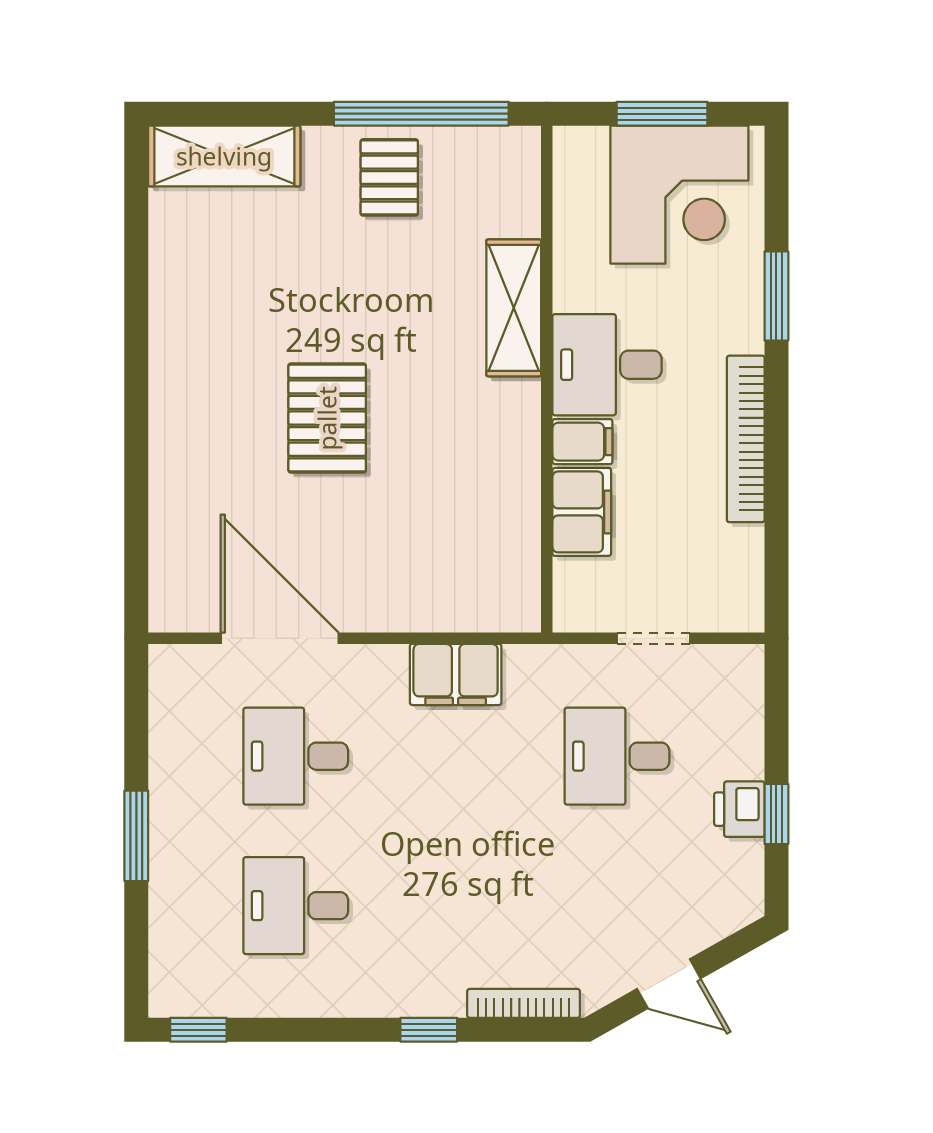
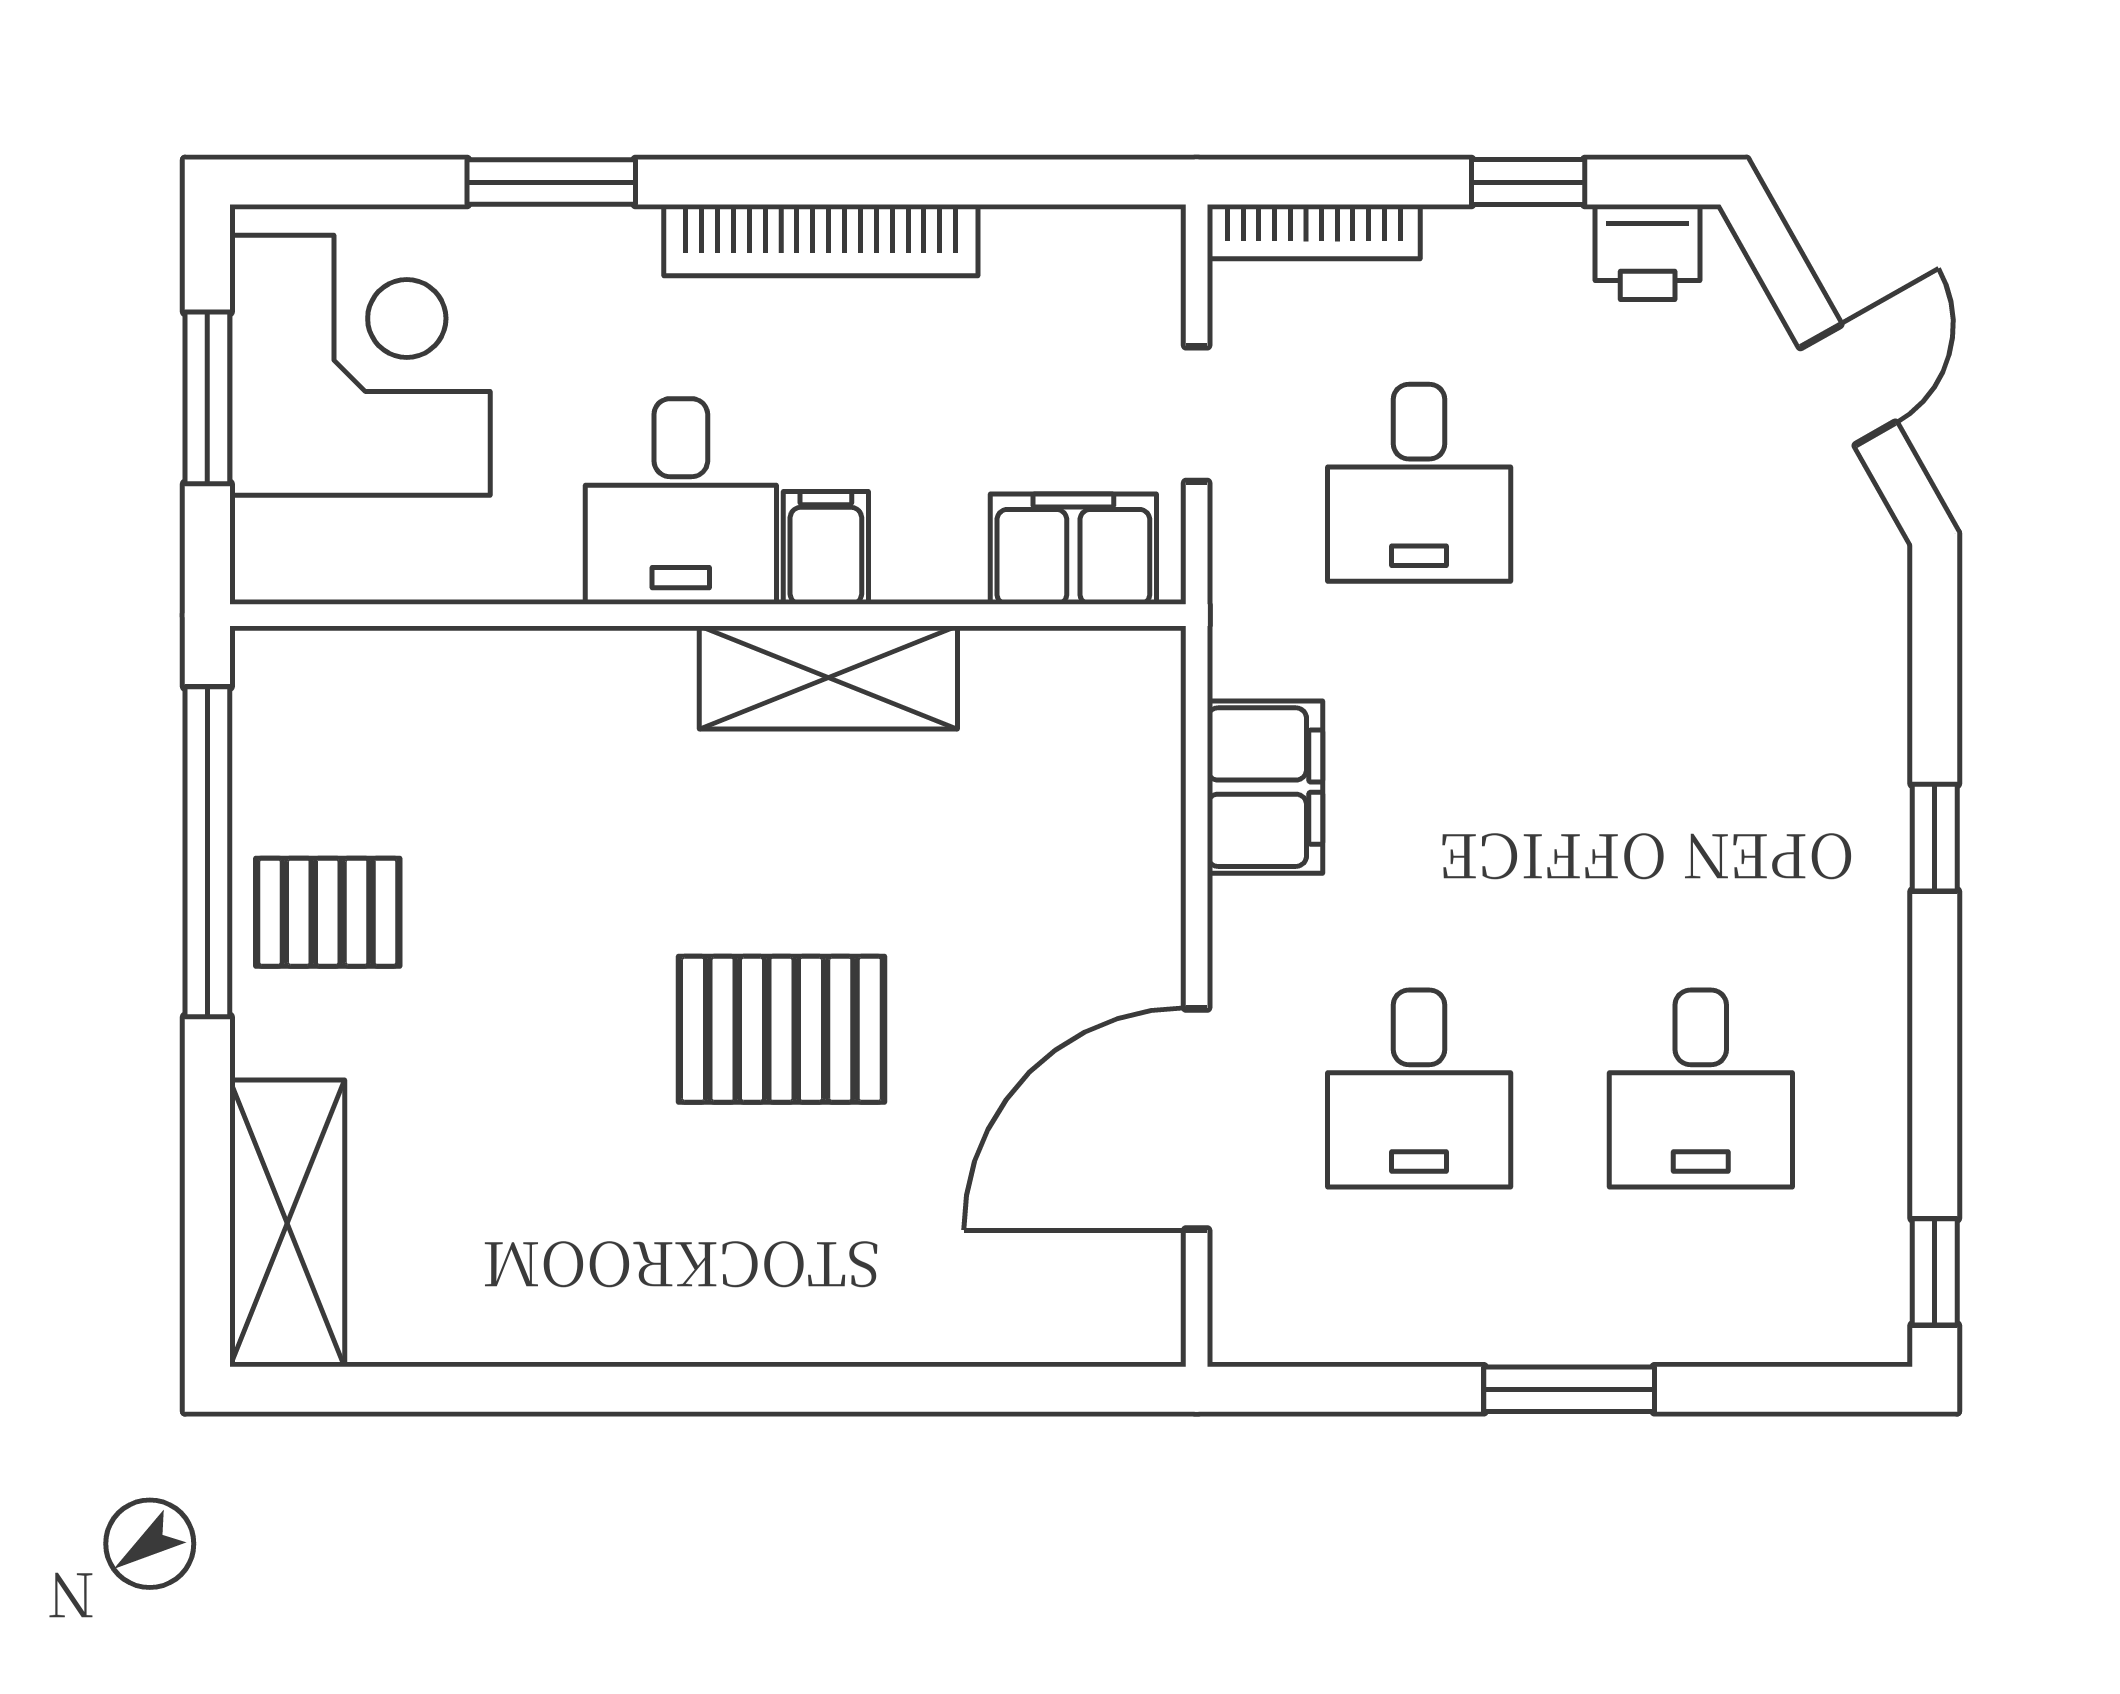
shelving: (514, 308) -> (828, 678), moved
filing cabinet: (582, 512) -> (1073, 549), moved
printer: (739, 809) -> (1648, 252), moved
bookcase: (524, 1003) -> (1314, 232), moved, turned -90

